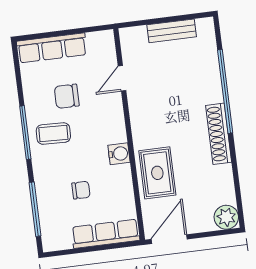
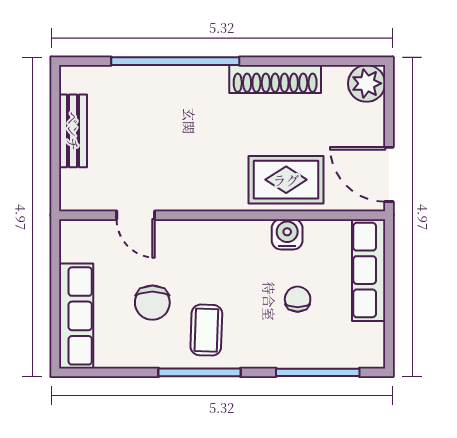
shoe rack: (219, 134) -> (275, 79), moved
water cooler: (119, 154) -> (287, 234), moved

